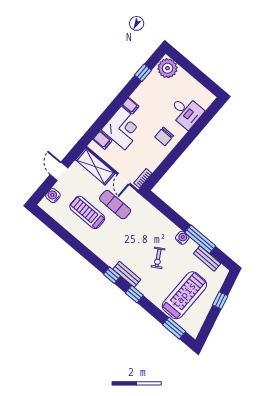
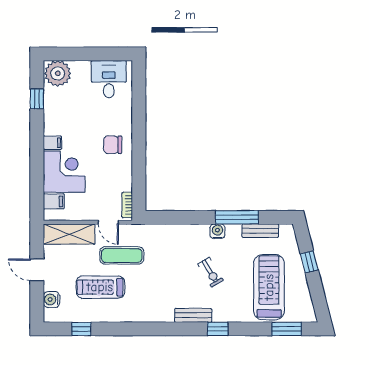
desk: (186, 112) -> (109, 79), moved, turned -90
chair: (164, 136) -> (113, 145), turned 90
window: (112, 275) -> (81, 329), moved

